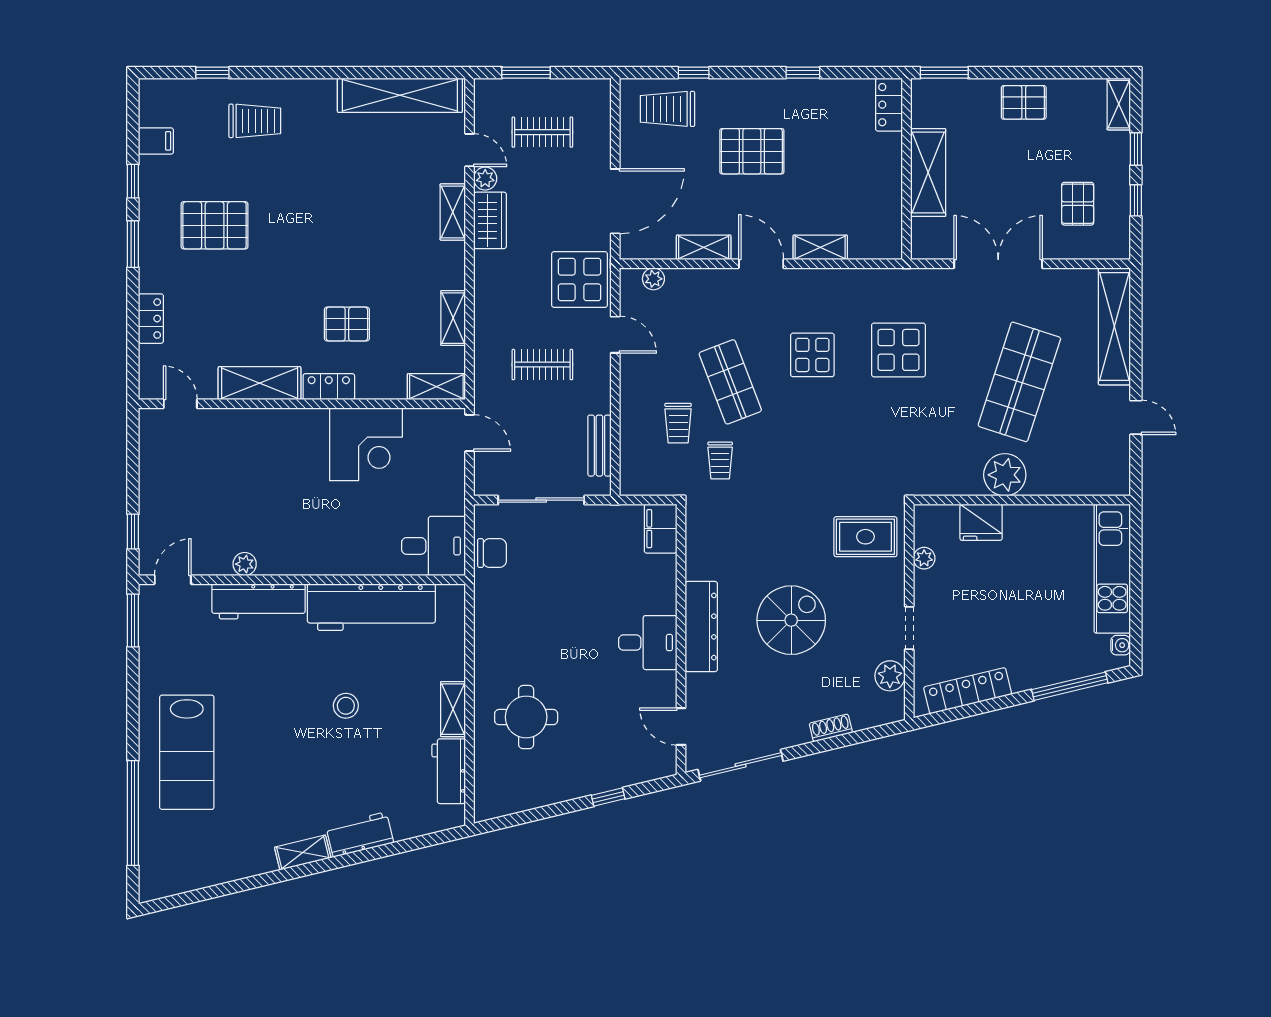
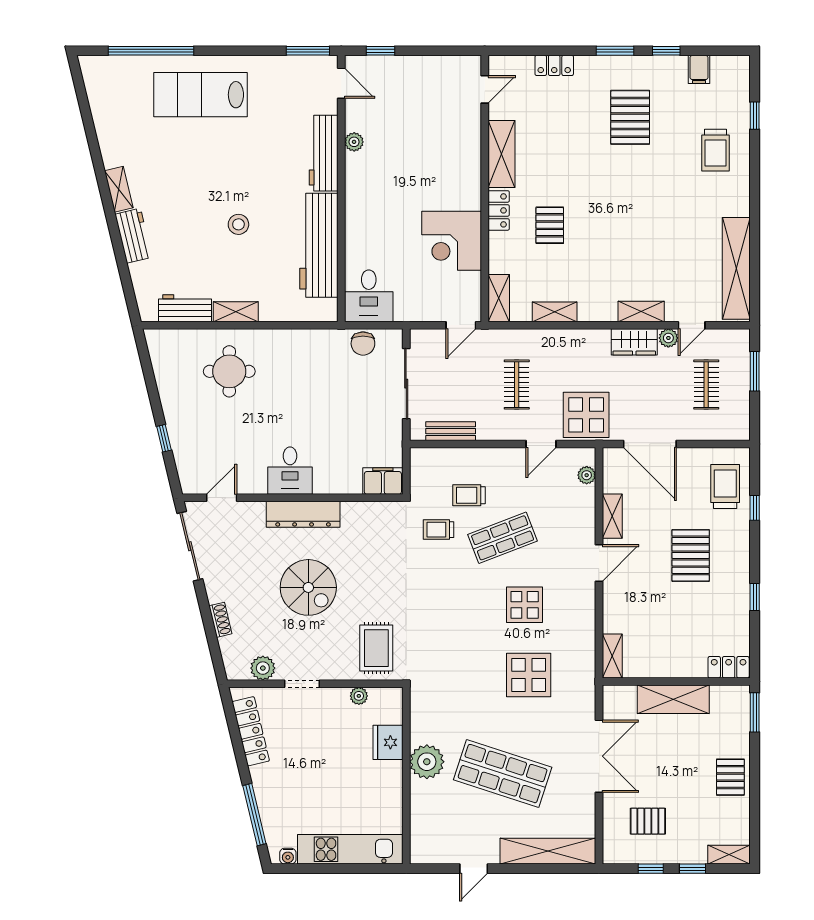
shelving: (820, 247) -> (612, 656), moved

